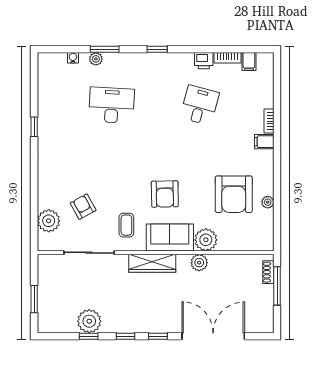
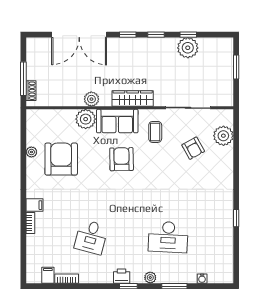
plant: (96, 59) -> (150, 278), moved
printer: (204, 61) -> (122, 276), moved

